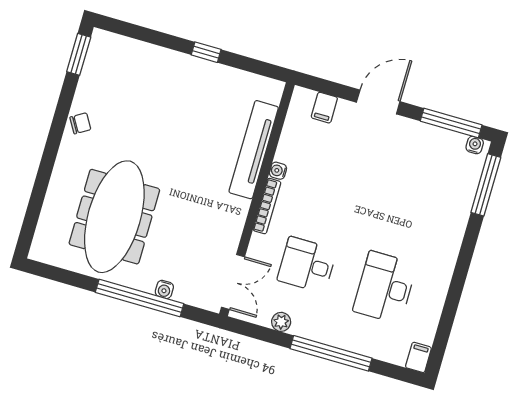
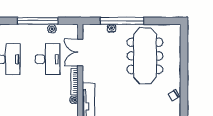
desk: (307, 265) -> (48, 59), width x1.37
double door: (233, 282) -> (80, 52), moved
window: (331, 353) -> (38, 21), moved

